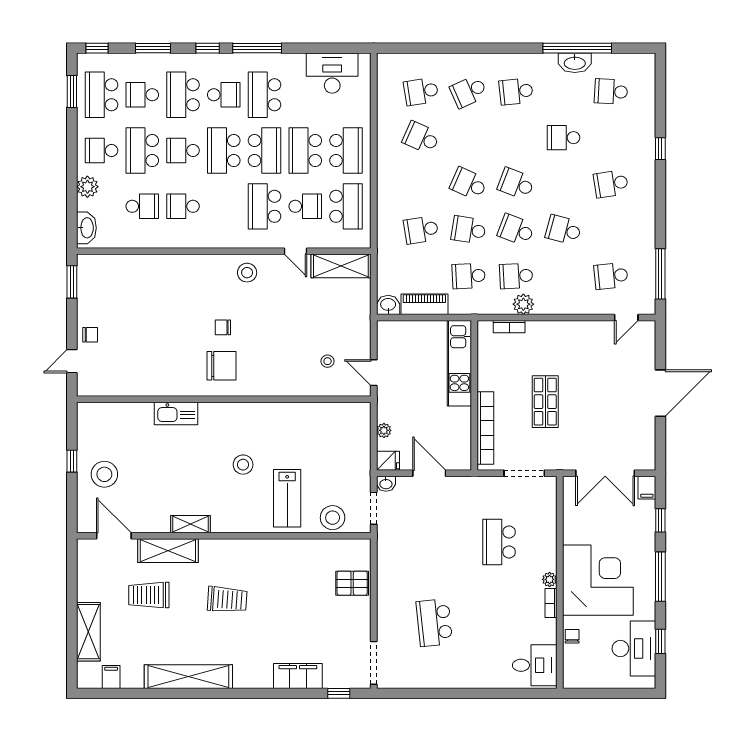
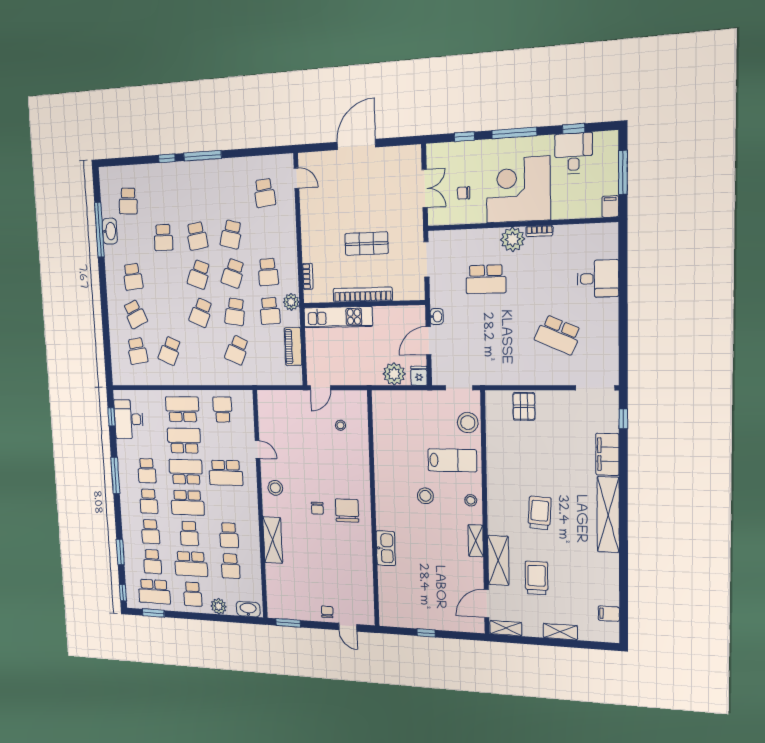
window: (208, 48) -> (111, 417), moved
school desk: (183, 95) -> (151, 532), width x0.54
school desk: (224, 95) -> (149, 501), turned 180
school desk: (264, 95) -> (147, 471), width x0.54
school desk: (305, 151) -> (184, 441), turned 180
school desk: (611, 184) -> (197, 236), moved
school desk: (142, 206) -> (231, 566), turned 180
school desk: (305, 206) -> (224, 441), removed
school desk: (346, 206) -> (223, 409), width x0.54
school desk: (421, 230) -> (237, 350), turned 33
door: (296, 251) -> (257, 449), hinge flipped
shelving: (341, 266) -> (273, 540), moved
window: (660, 274) -> (203, 156), moved
plant: (523, 304) -> (291, 302), moved
washbasin: (388, 305) -> (295, 376), removed
door: (374, 373) -> (320, 388), moved
door: (660, 393) -> (356, 144), hinge flipped
bookcase: (485, 428) -> (363, 295), moved
plant: (384, 430) -> (394, 374), width x1.88, depth x1.88
double door: (605, 473) -> (425, 189), width x0.73
stool: (104, 474) -> (471, 500), moved, width x0.53, depth x0.53
washbasin: (386, 484) -> (437, 316), moved
filing cabinet: (647, 488) -> (610, 207), moved, turned -90
shelving: (85, 558) -> (506, 628), added
plant: (550, 579) -> (513, 239), width x1.87, depth x1.87
trolley: (149, 595) -> (537, 578), turned 180
school desk: (434, 623) -> (558, 335), turned 30
shelving: (88, 632) -> (560, 632), width x0.67, depth x0.75
chair: (572, 636) -> (464, 193), moved
desk: (634, 649) -> (574, 153), width x0.73
desk: (535, 665) -> (598, 279), moved, turned 90
shelving: (188, 677) -> (608, 515), moved
window: (610, 693) -> (623, 172), added

